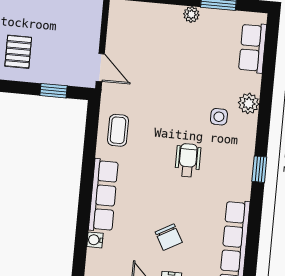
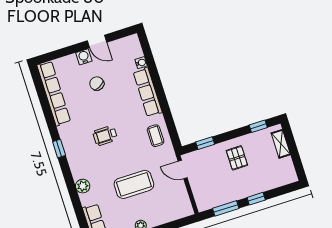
coffee table: (177, 76) -> (134, 184), added
side table: (219, 117) -> (97, 170), removed
wheelchair: (188, 160) -> (105, 136), turned 90

